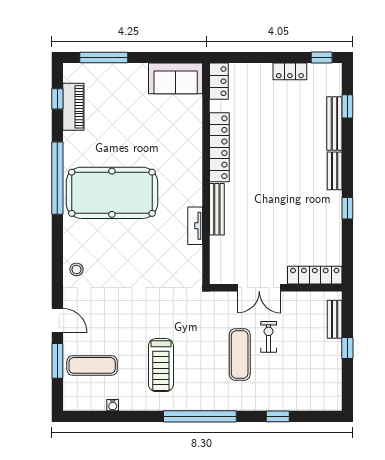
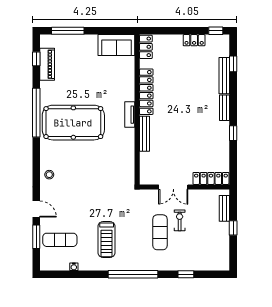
tv unit: (195, 226) -> (130, 115), moved

